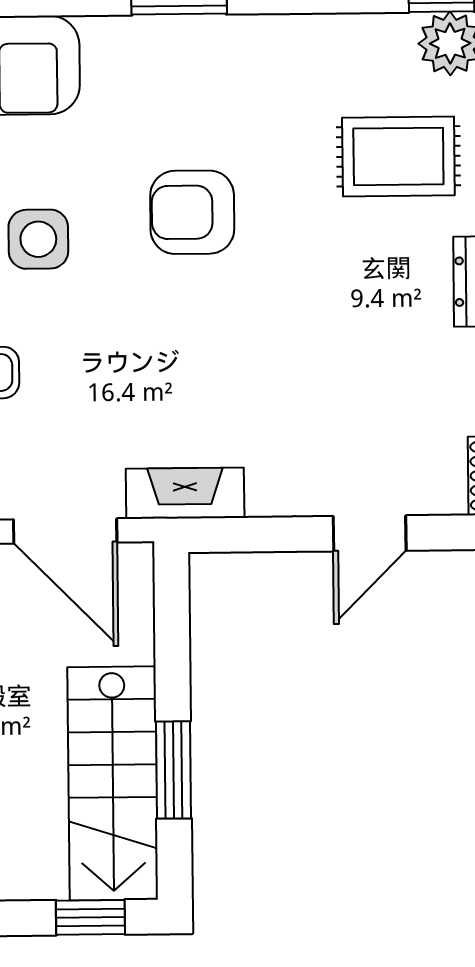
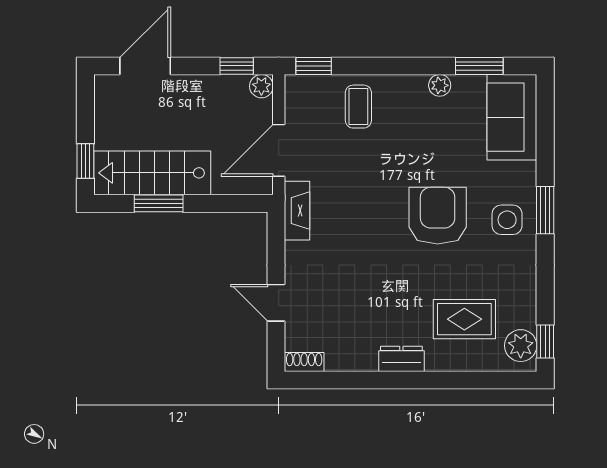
rug: (398, 156) -> (464, 319), turned 90
armchair: (192, 212) -> (438, 216), width x1.36, depth x1.36
side table: (38, 239) -> (507, 220), moved

